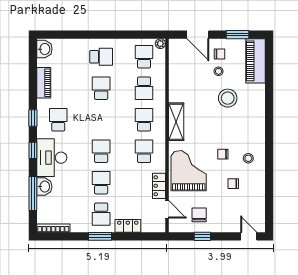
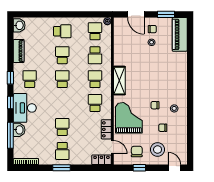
stool: (228, 98) -> (158, 150), moved
school desk: (101, 151) -> (62, 79), moved
locker: (128, 226) -> (101, 160), moved

